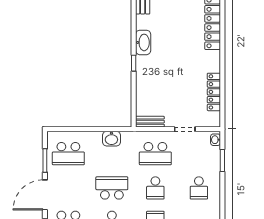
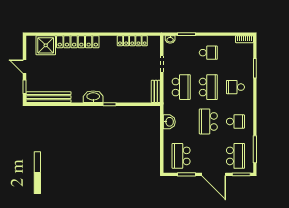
school desk: (68, 154) -> (181, 156), turned 180
school desk: (155, 188) -> (208, 87), width x1.85

